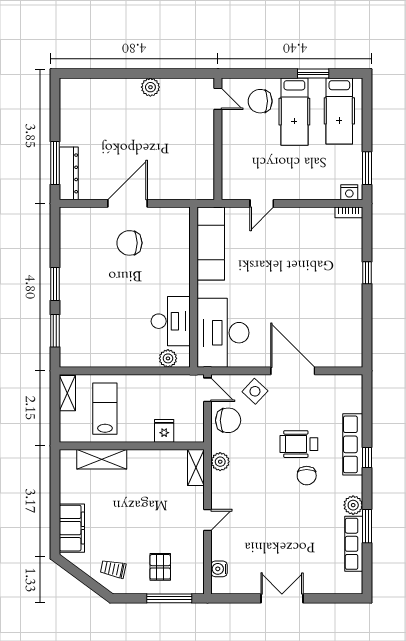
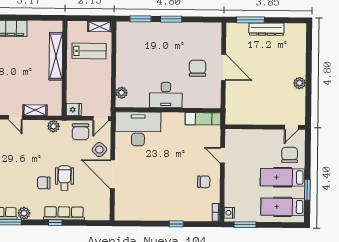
dresser: (69, 173) -> (266, 29), moved
chair: (303, 232) -> (204, 182), added
exam couch: (211, 244) -> (203, 119), width x0.73, depth x0.69
desk: (171, 321) -> (166, 95), moved
door: (293, 371) -> (113, 174), swing flipped
fridge: (164, 431) -> (74, 110), moved
shelving: (102, 459) -> (56, 56), width x1.47
shelving: (196, 467) -> (35, 110), moved

